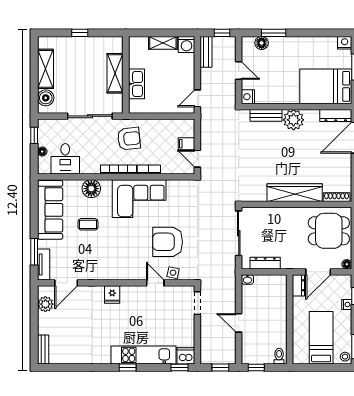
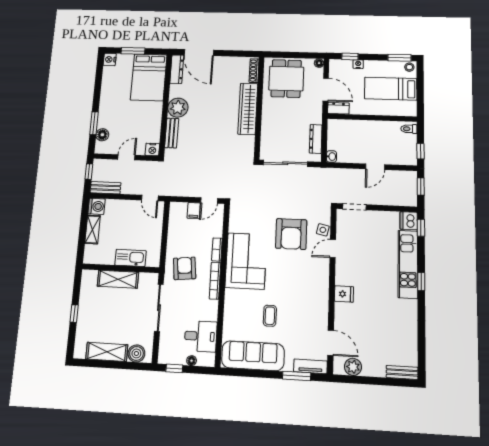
floor lamp: (91, 189) -> (233, 310), removed

